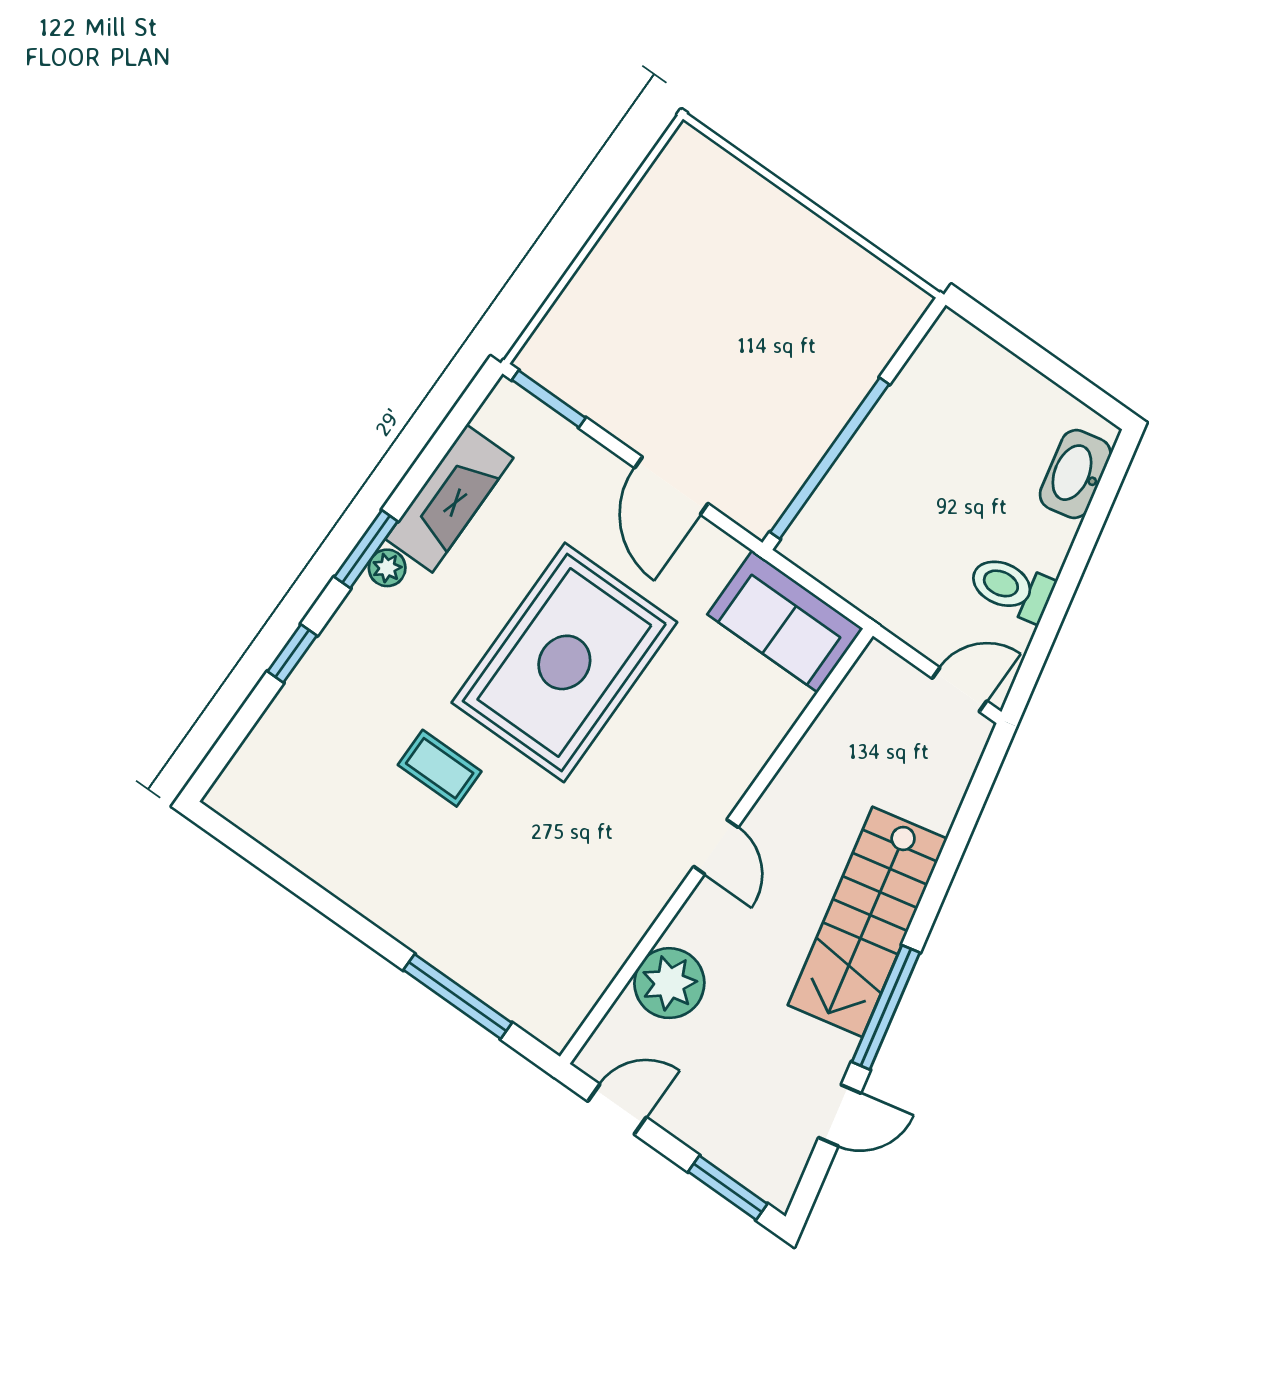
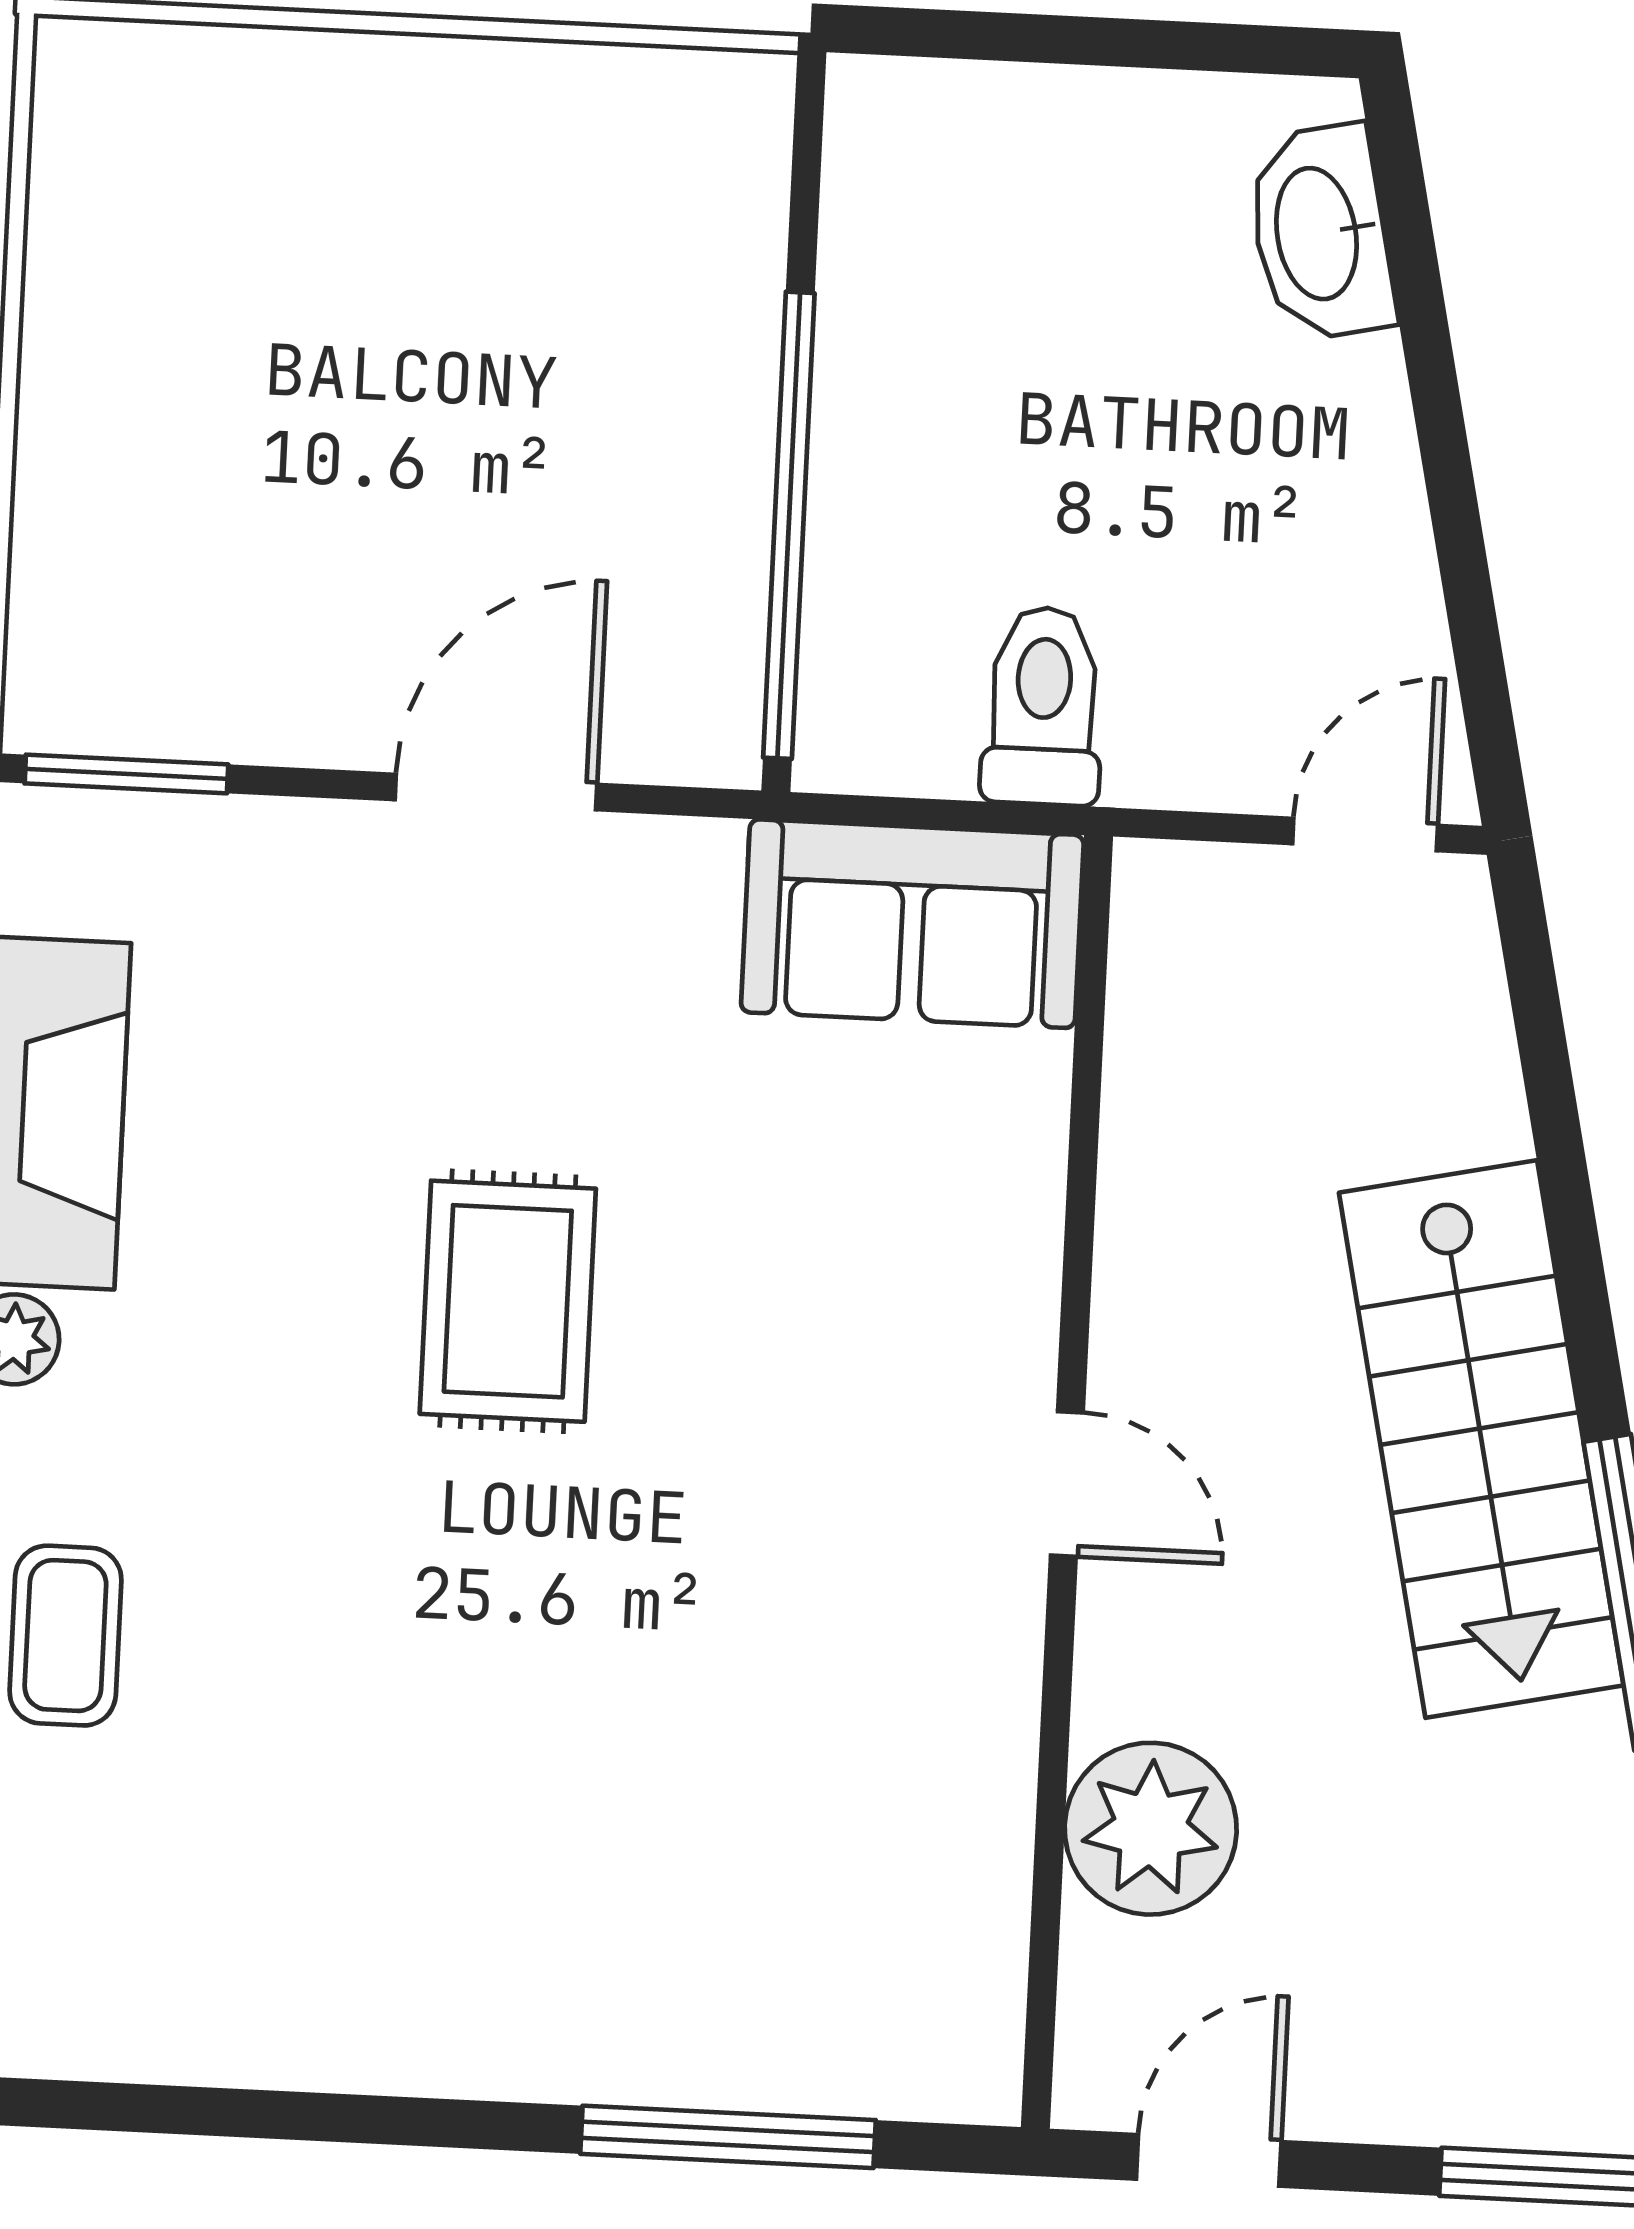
door: (671, 486) -> (496, 792), swing flipped
toilet: (1011, 588) -> (1043, 706), moved, turned 102
rug: (564, 662) -> (508, 1301), width x0.54, depth x0.49
coffee table: (440, 768) -> (65, 1636), moved, turned 90

